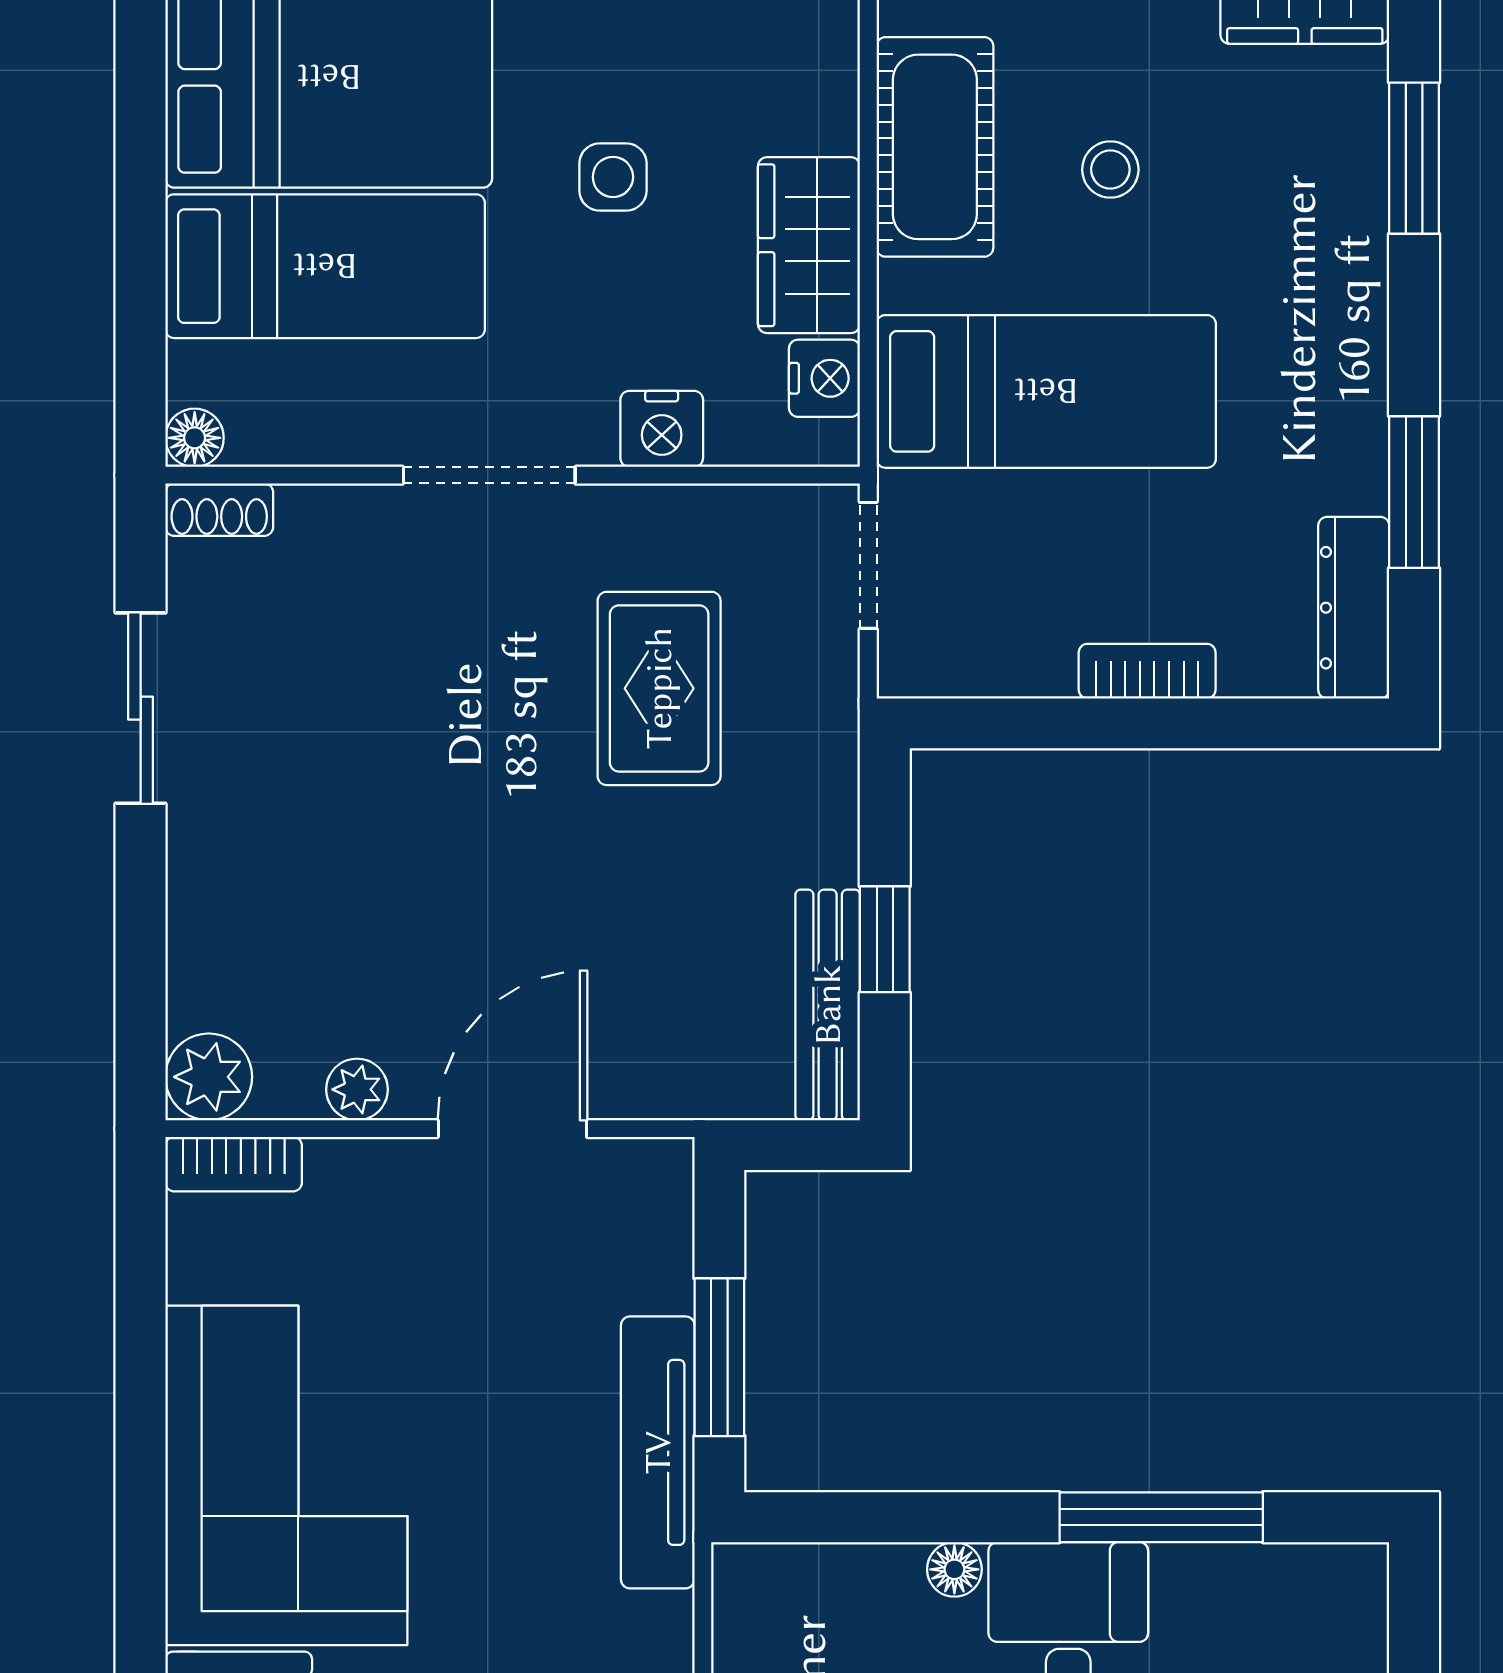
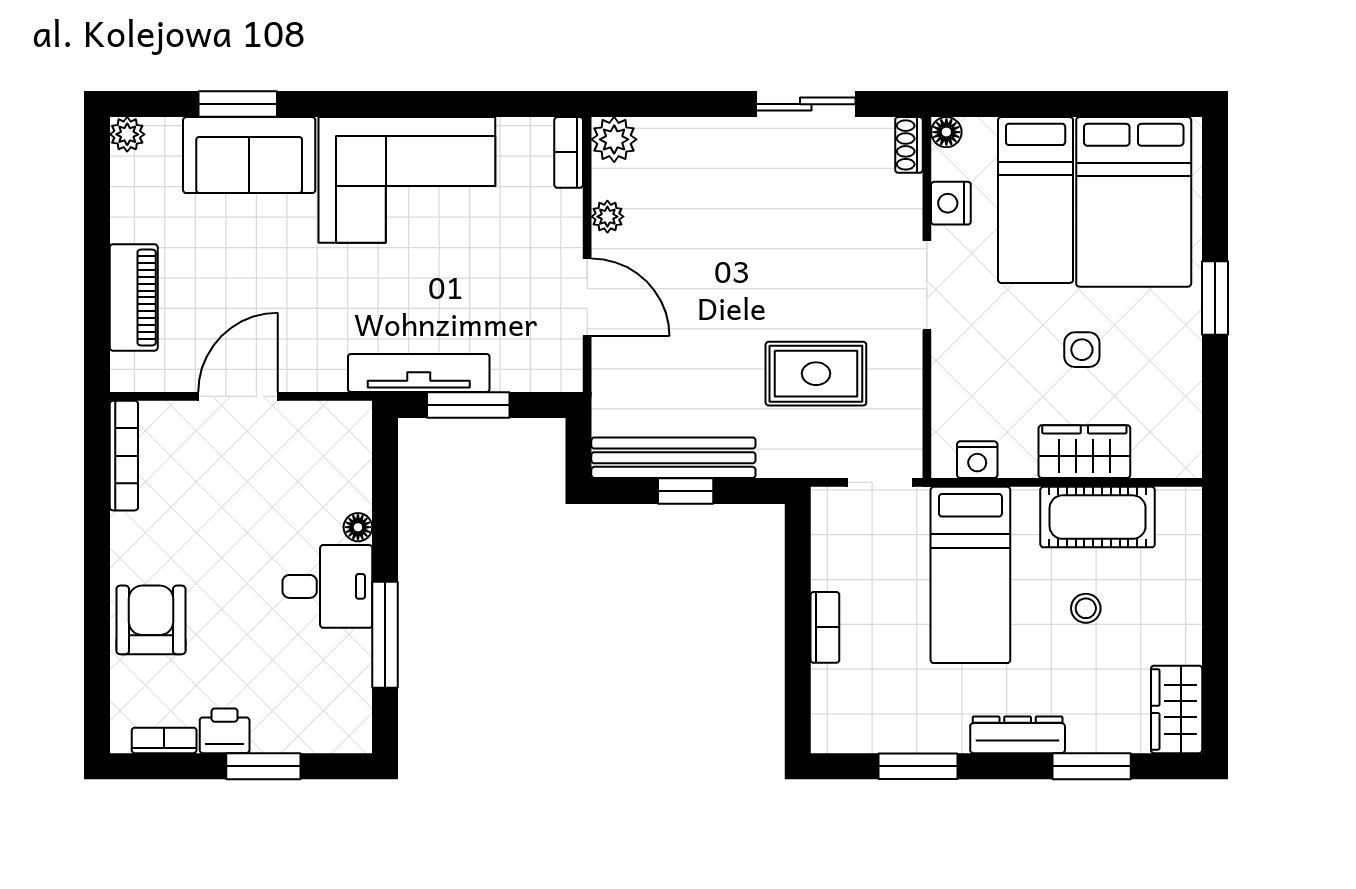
wardrobe: (809, 245) -> (1084, 452), moved
nightstand: (662, 429) -> (951, 203), moved
dresser: (1354, 608) -> (1018, 735), moved
bench: (828, 1005) -> (673, 458), width x1.37, depth x1.21

